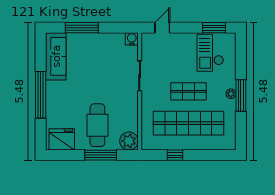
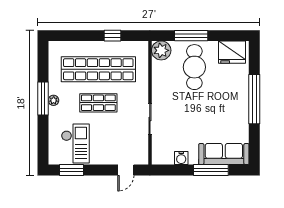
water cooler: (132, 39) -> (181, 158), moved
sofa: (56, 56) -> (224, 154), moved, turned 90

